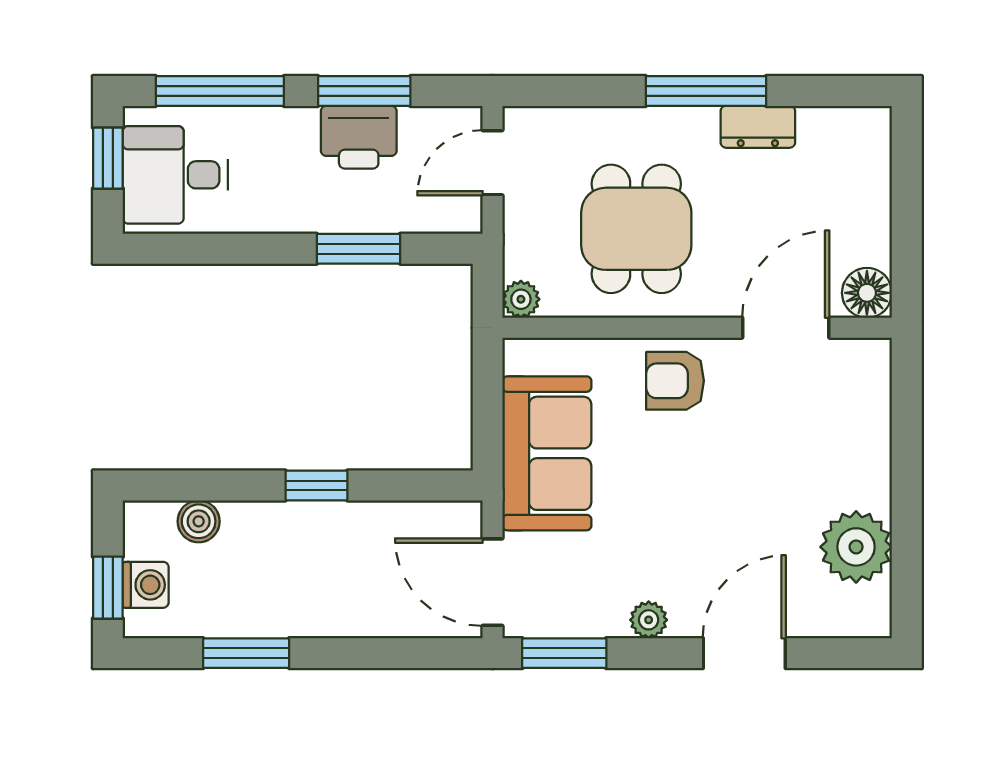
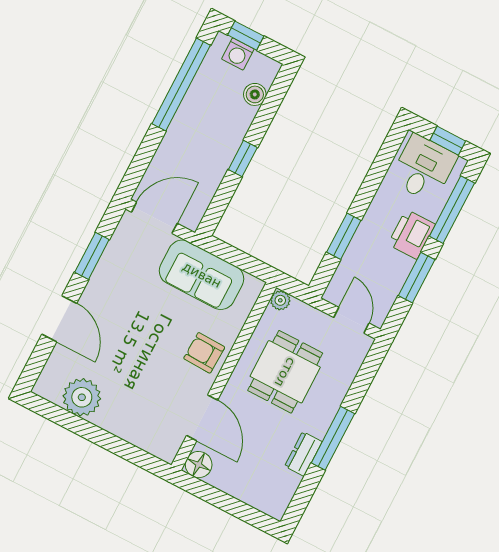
printer: (359, 137) -> (412, 234), moved
dining table: (636, 229) -> (285, 372), turned 90
armchair: (675, 381) -> (204, 353), turned -88
plant: (649, 620) -> (98, 282), removed
window: (246, 653) -> (181, 85), width x2.11
window: (564, 653) -> (92, 256), moved

